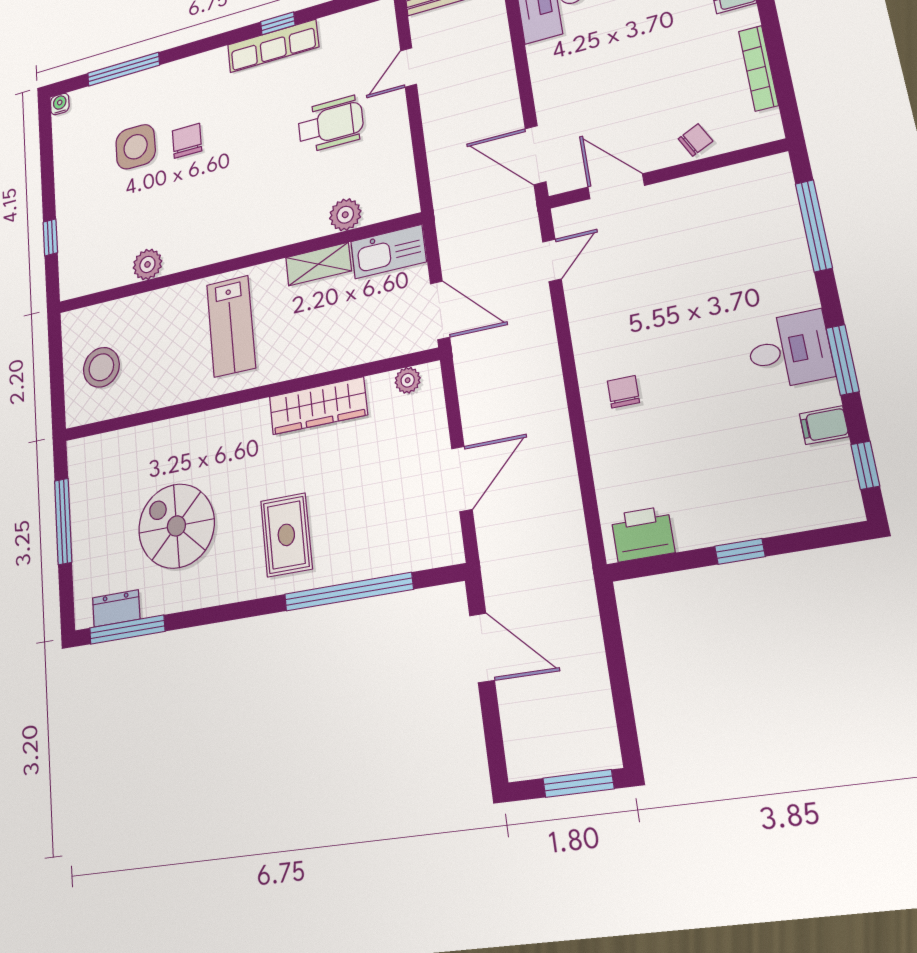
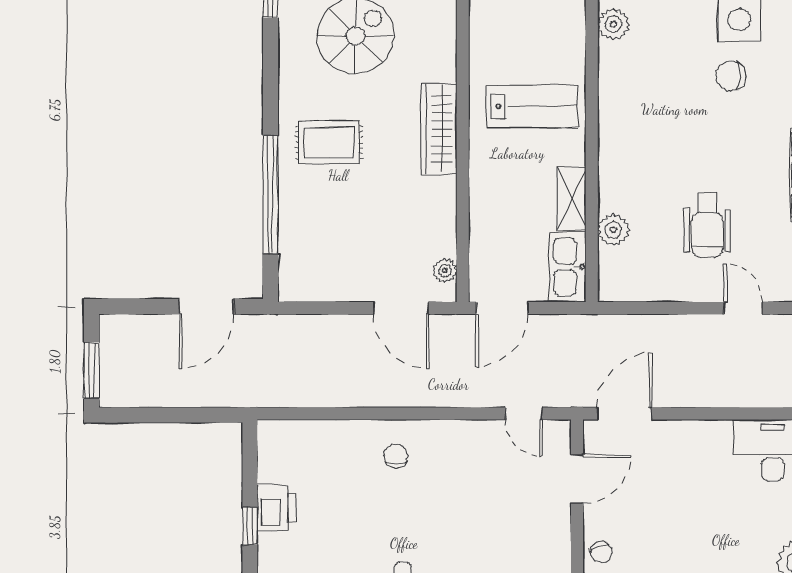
chair: (187, 141) -> (731, 76), turned 180
lab bench: (231, 326) -> (532, 106), turned 180
chair: (623, 392) -> (396, 456), turned -90
wardrobe: (318, 406) -> (439, 129), moved
door: (462, 479) -> (401, 308), moved
printer: (643, 534) -> (277, 508), moved

